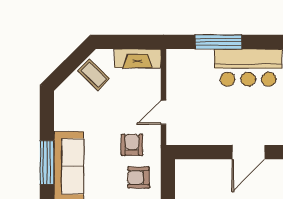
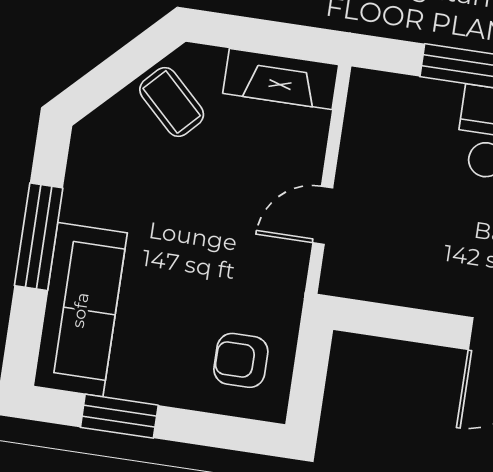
armchair: (132, 145) -> (237, 281), removed
window: (47, 162) -> (39, 237), moved

